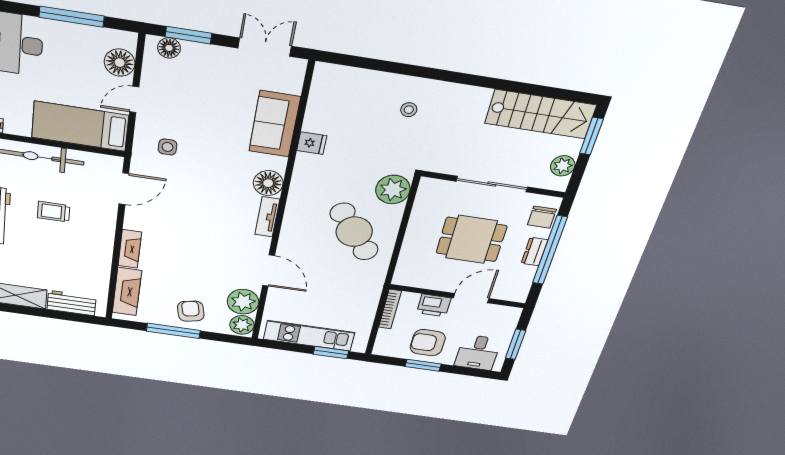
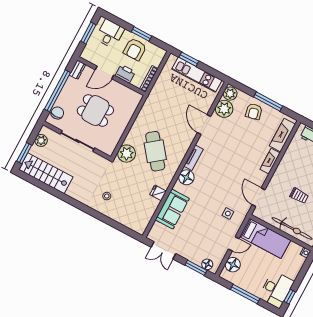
door: (124, 189) -> (258, 197), hinge flipped
cafe table: (354, 232) -> (155, 151), moved
dresser: (535, 252) -> (77, 70), moved
armchair: (428, 343) -> (135, 49), turned 90

